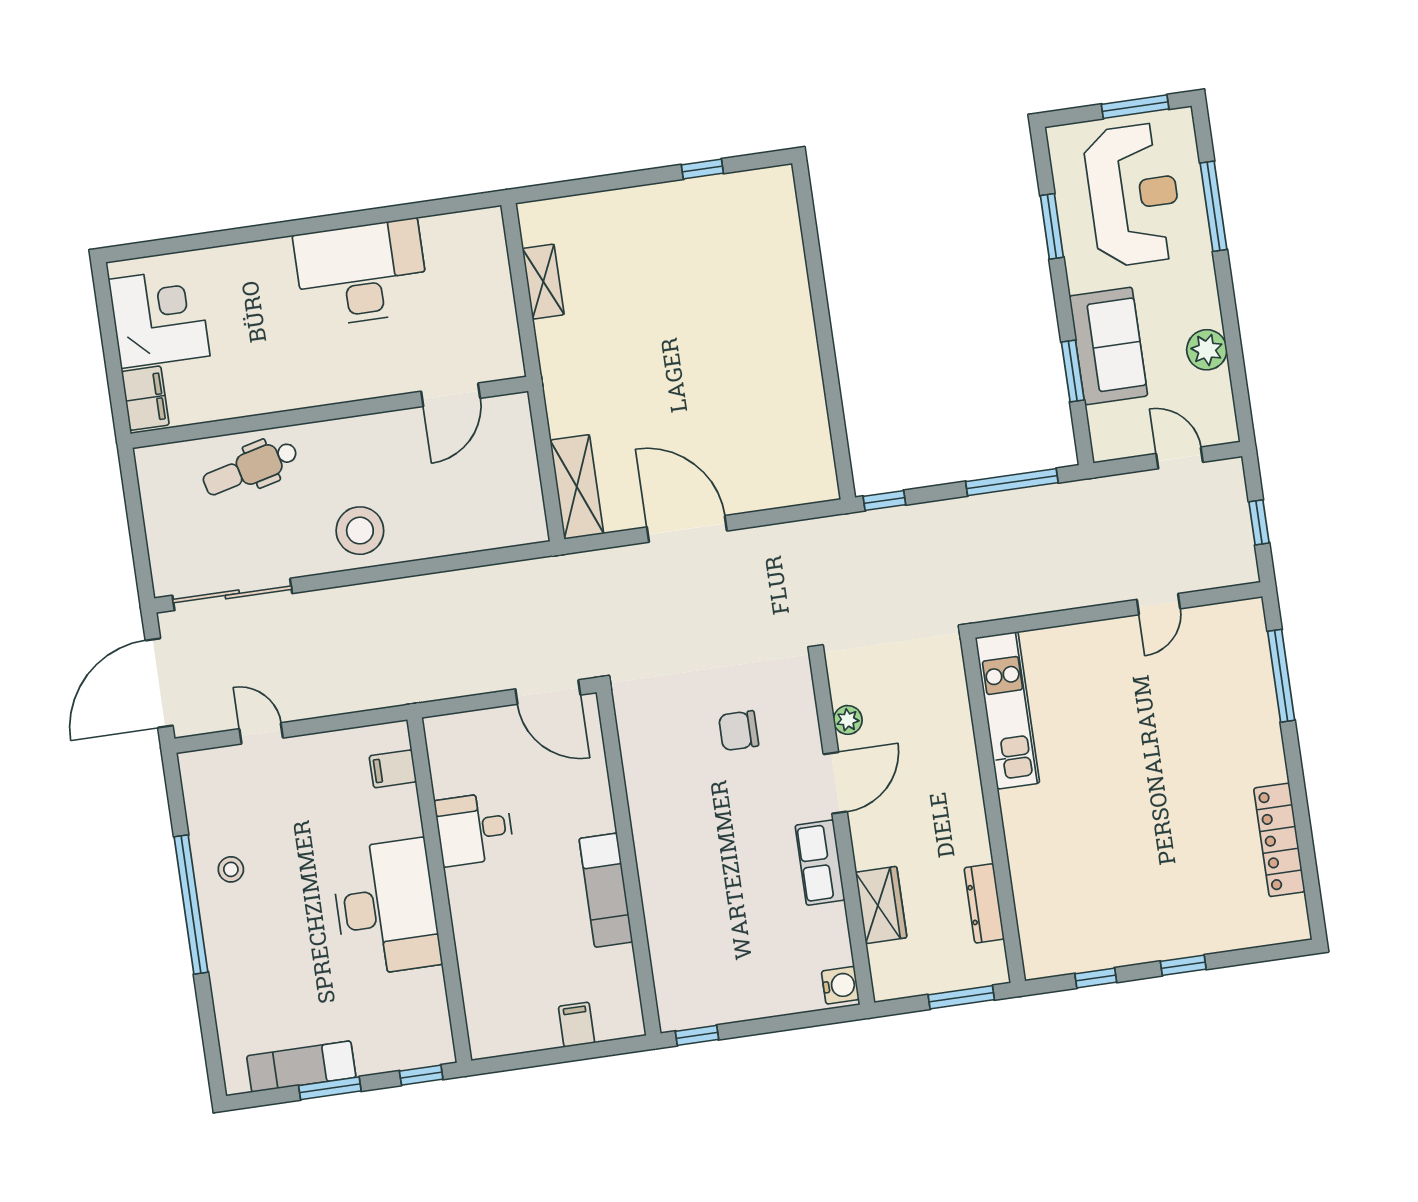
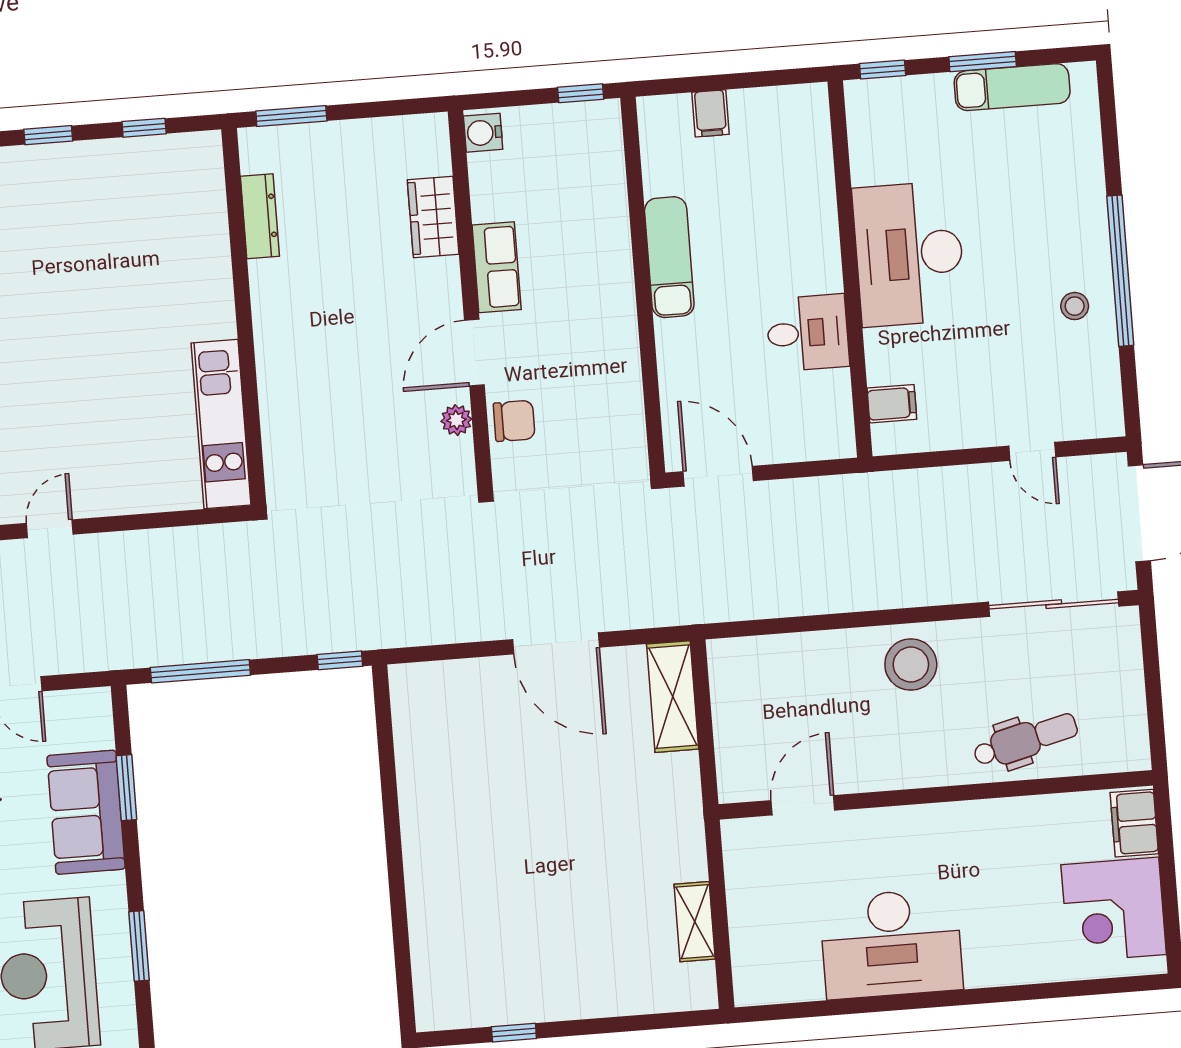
plant: (848, 720) -> (456, 420), moved
door: (835, 783) -> (474, 353), moved
wall: (842, 832) -> (470, 299), moved
row of seats: (820, 863) -> (497, 267), moved
wardrobe: (881, 905) -> (433, 217), moved
water cooler: (840, 985) -> (483, 133), moved

